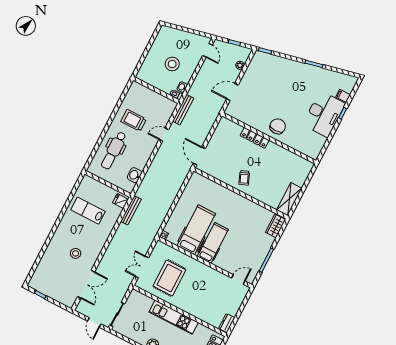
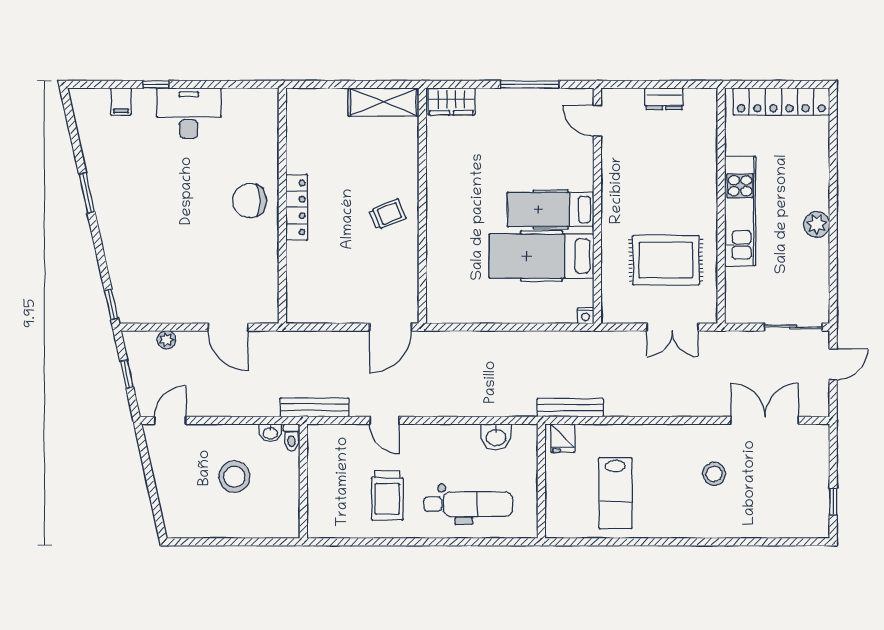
desk: (324, 114) -> (189, 113), width x0.73, depth x0.77
locker: (255, 138) -> (297, 207), moved
dresser: (227, 323) -> (664, 99), moved

